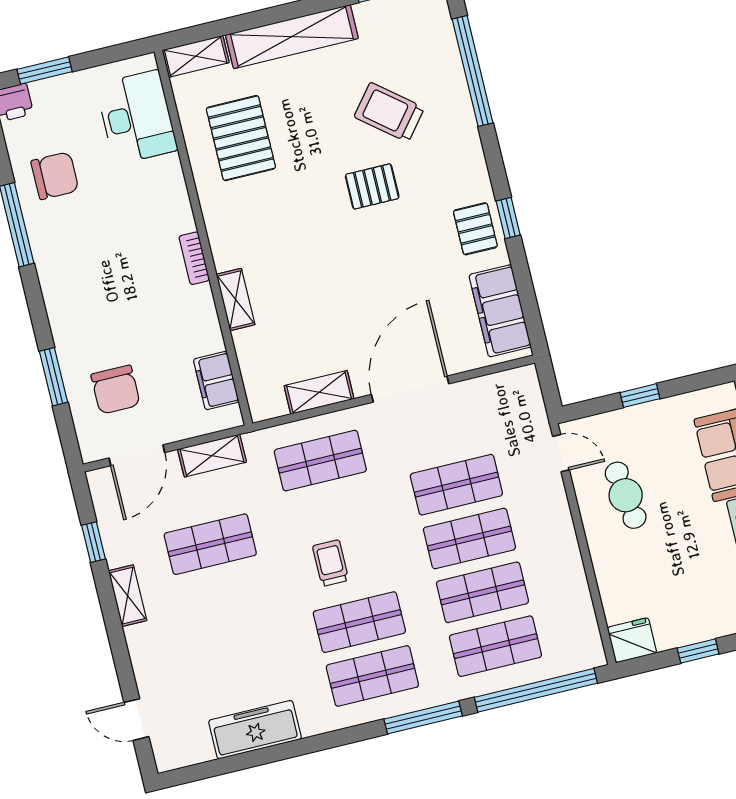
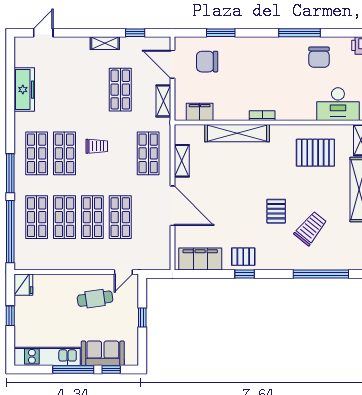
shelving: (236, 299) -> (237, 133), width x2.20, depth x1.33

